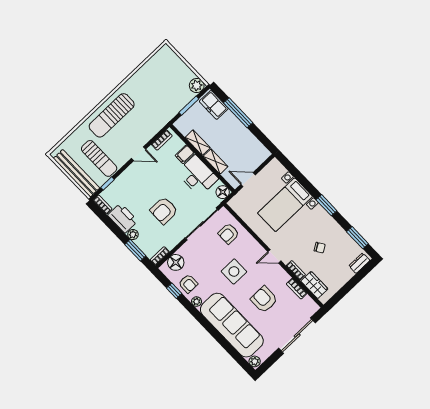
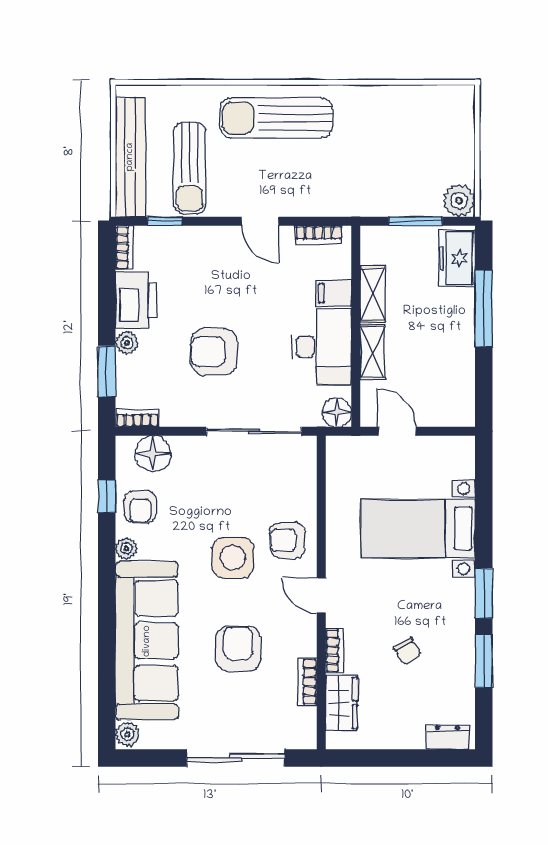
armchair: (229, 234) -> (288, 540), moved
window: (357, 238) -> (484, 661), moved

